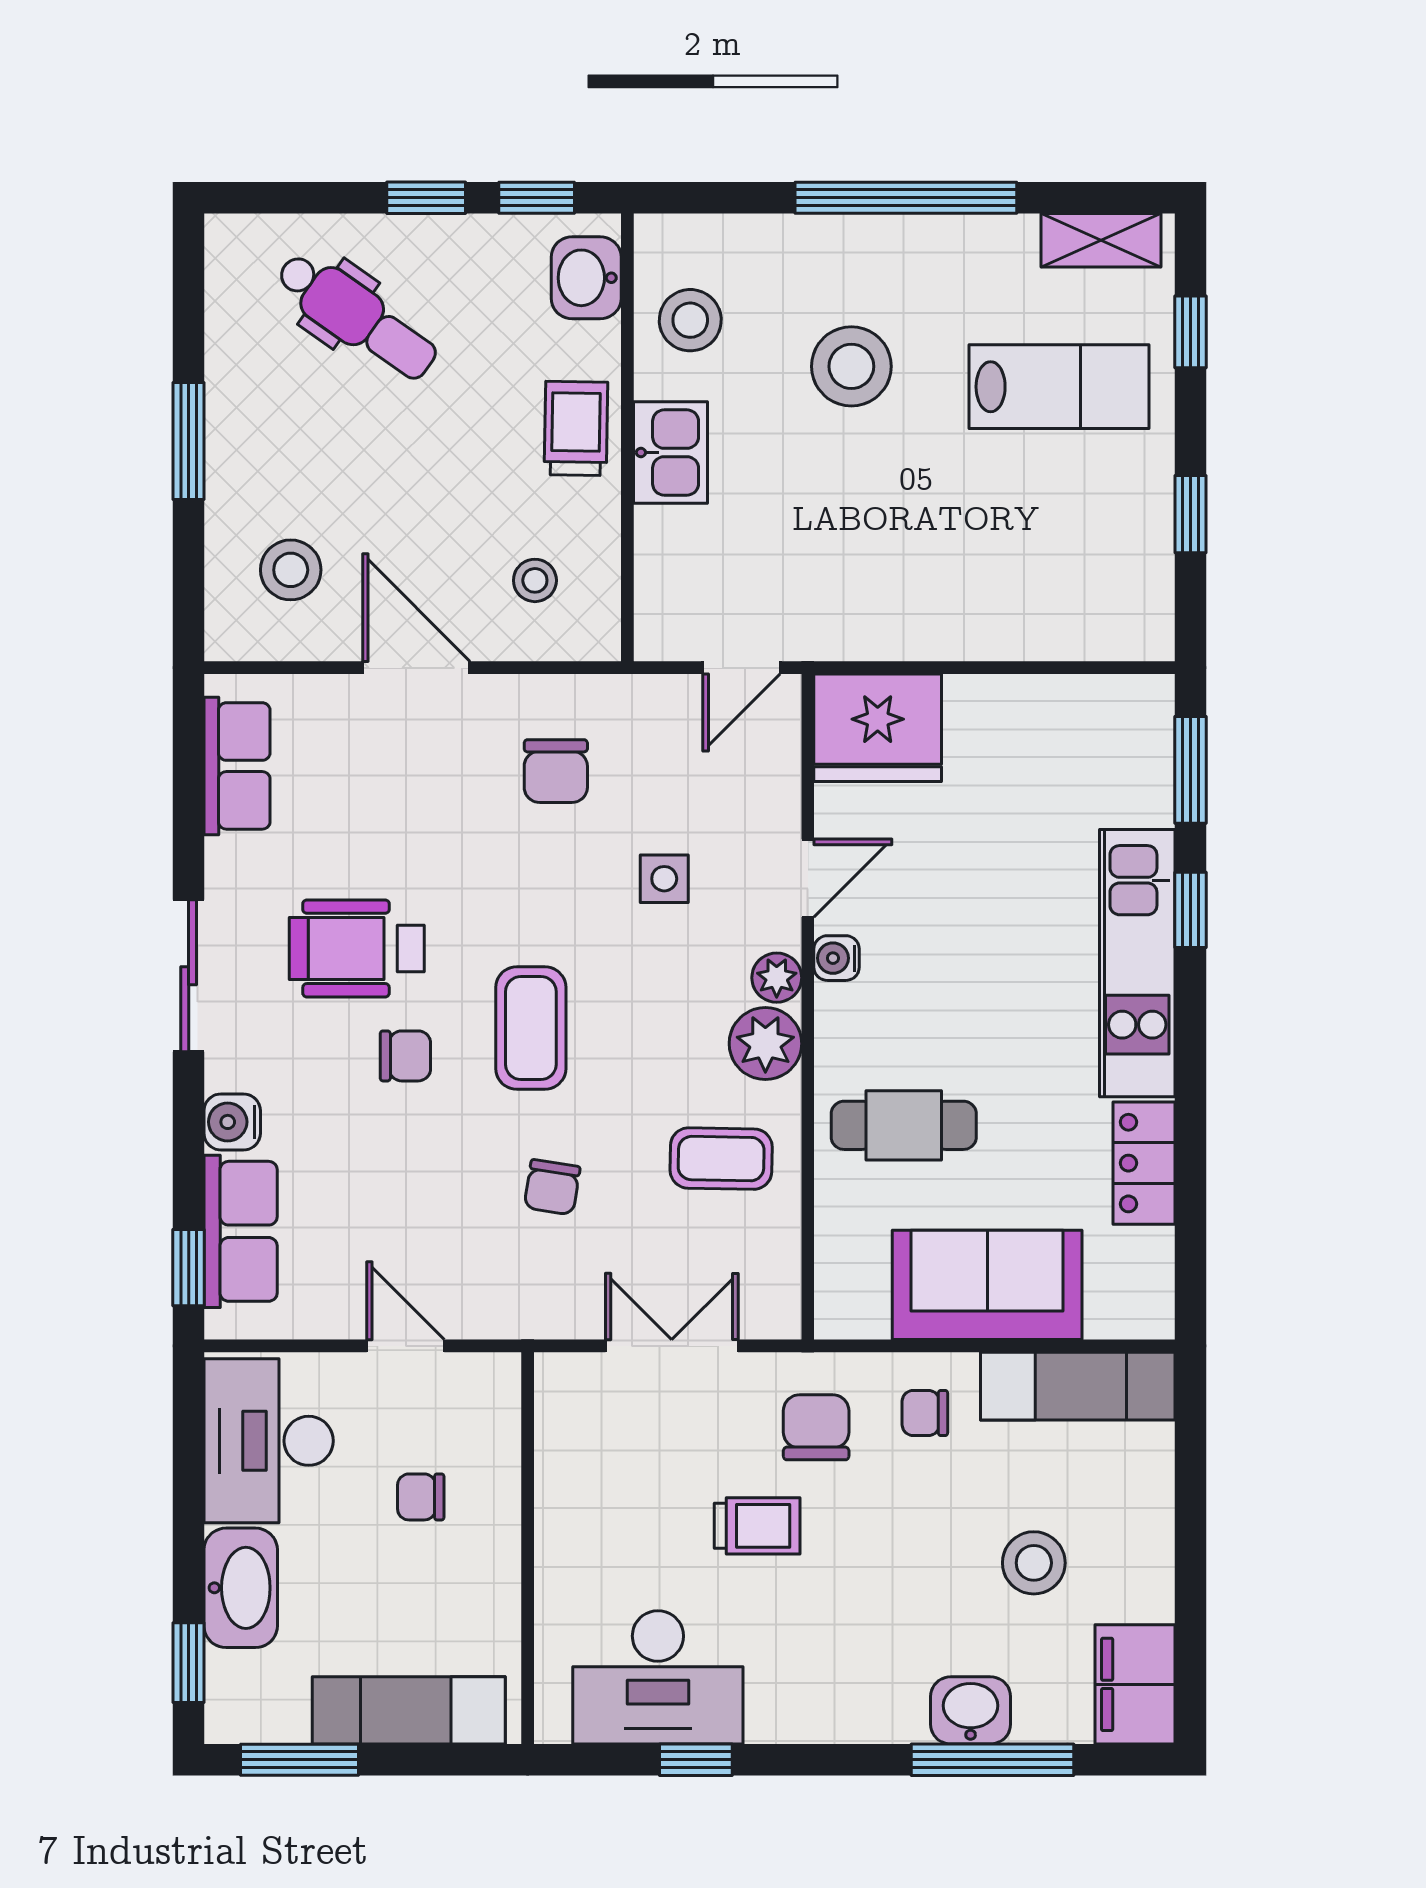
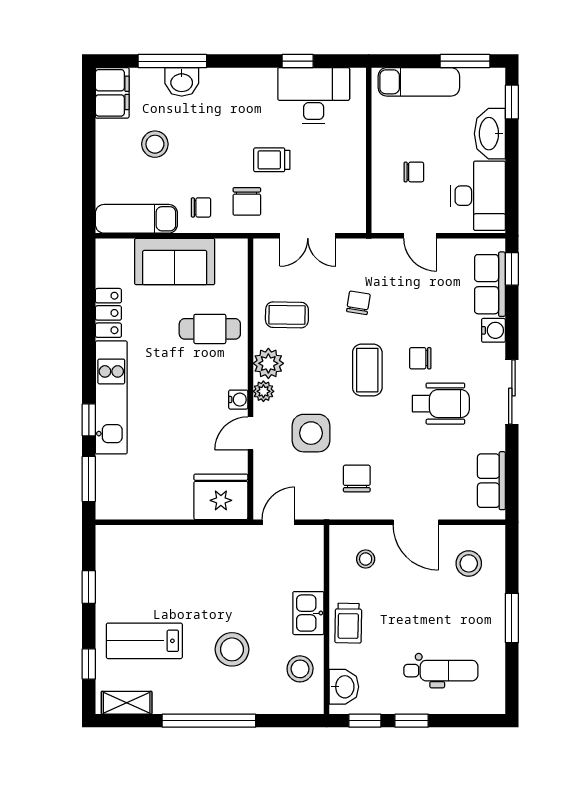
dental chair: (357, 316) -> (441, 671), turned 145
side table: (664, 879) -> (311, 433), width x1.87, depth x1.87

